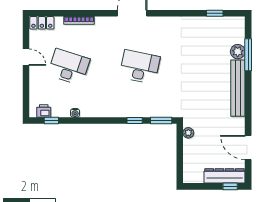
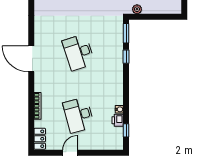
desk: (69, 67) -> (79, 115), turned -33
desk: (140, 67) -> (79, 52), turned -30
printer: (44, 111) -> (118, 120), moved

